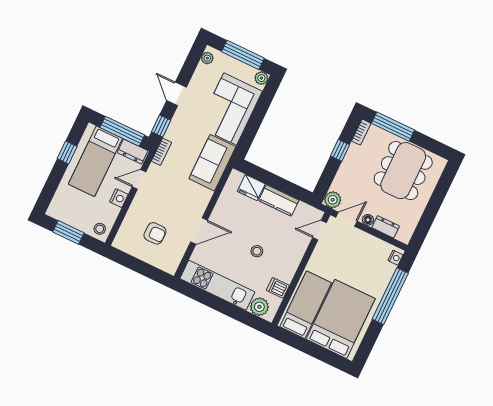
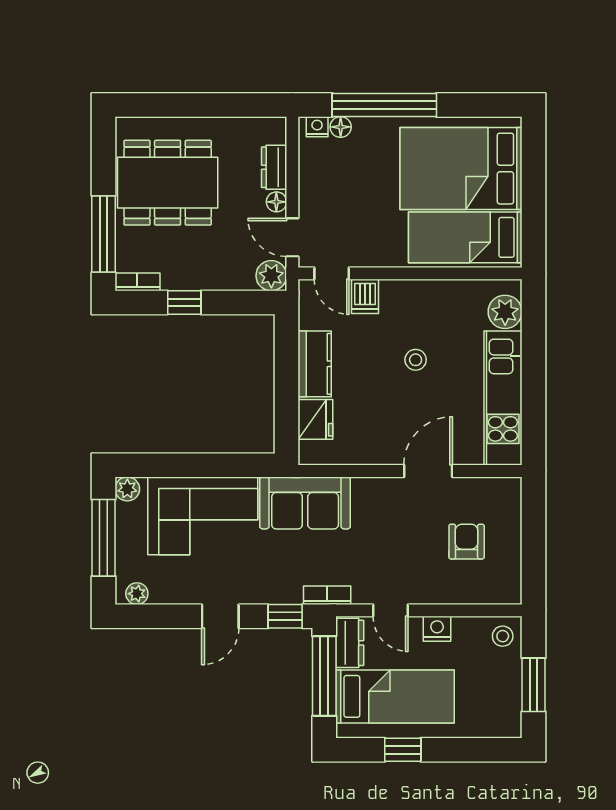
door: (199, 231) -> (428, 471), hinge flipped
floor lamp: (390, 269) -> (341, 127), added
dishwasher: (278, 288) -> (365, 296), moved

